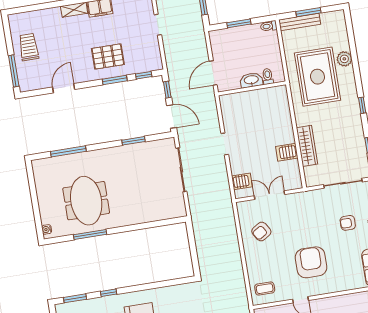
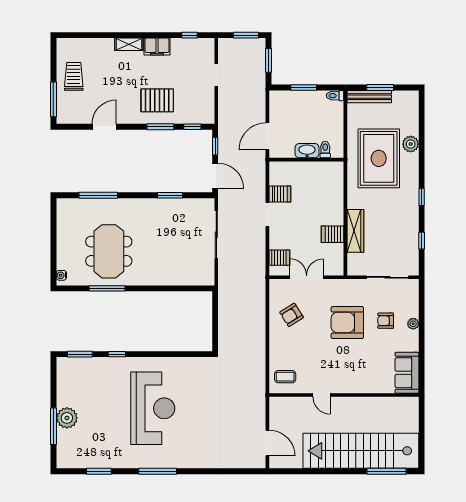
server rack: (233, 123) -> (280, 194), added
armchair: (311, 262) -> (347, 323), moved, turned -90

